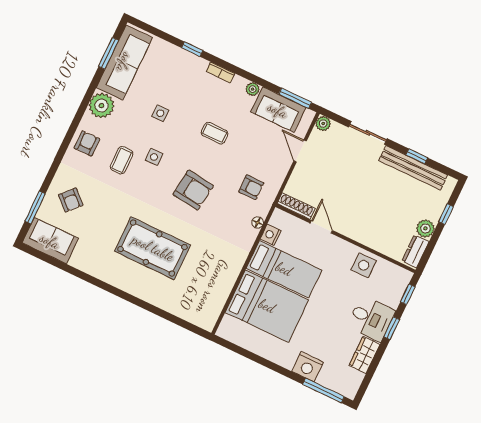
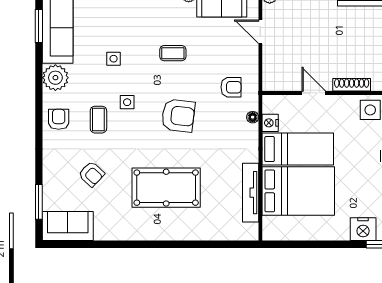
armchair: (71, 200) -> (91, 174), moved
shoe rack: (296, 206) -> (352, 85), moved
tv unit: (224, 288) -> (251, 193), added

